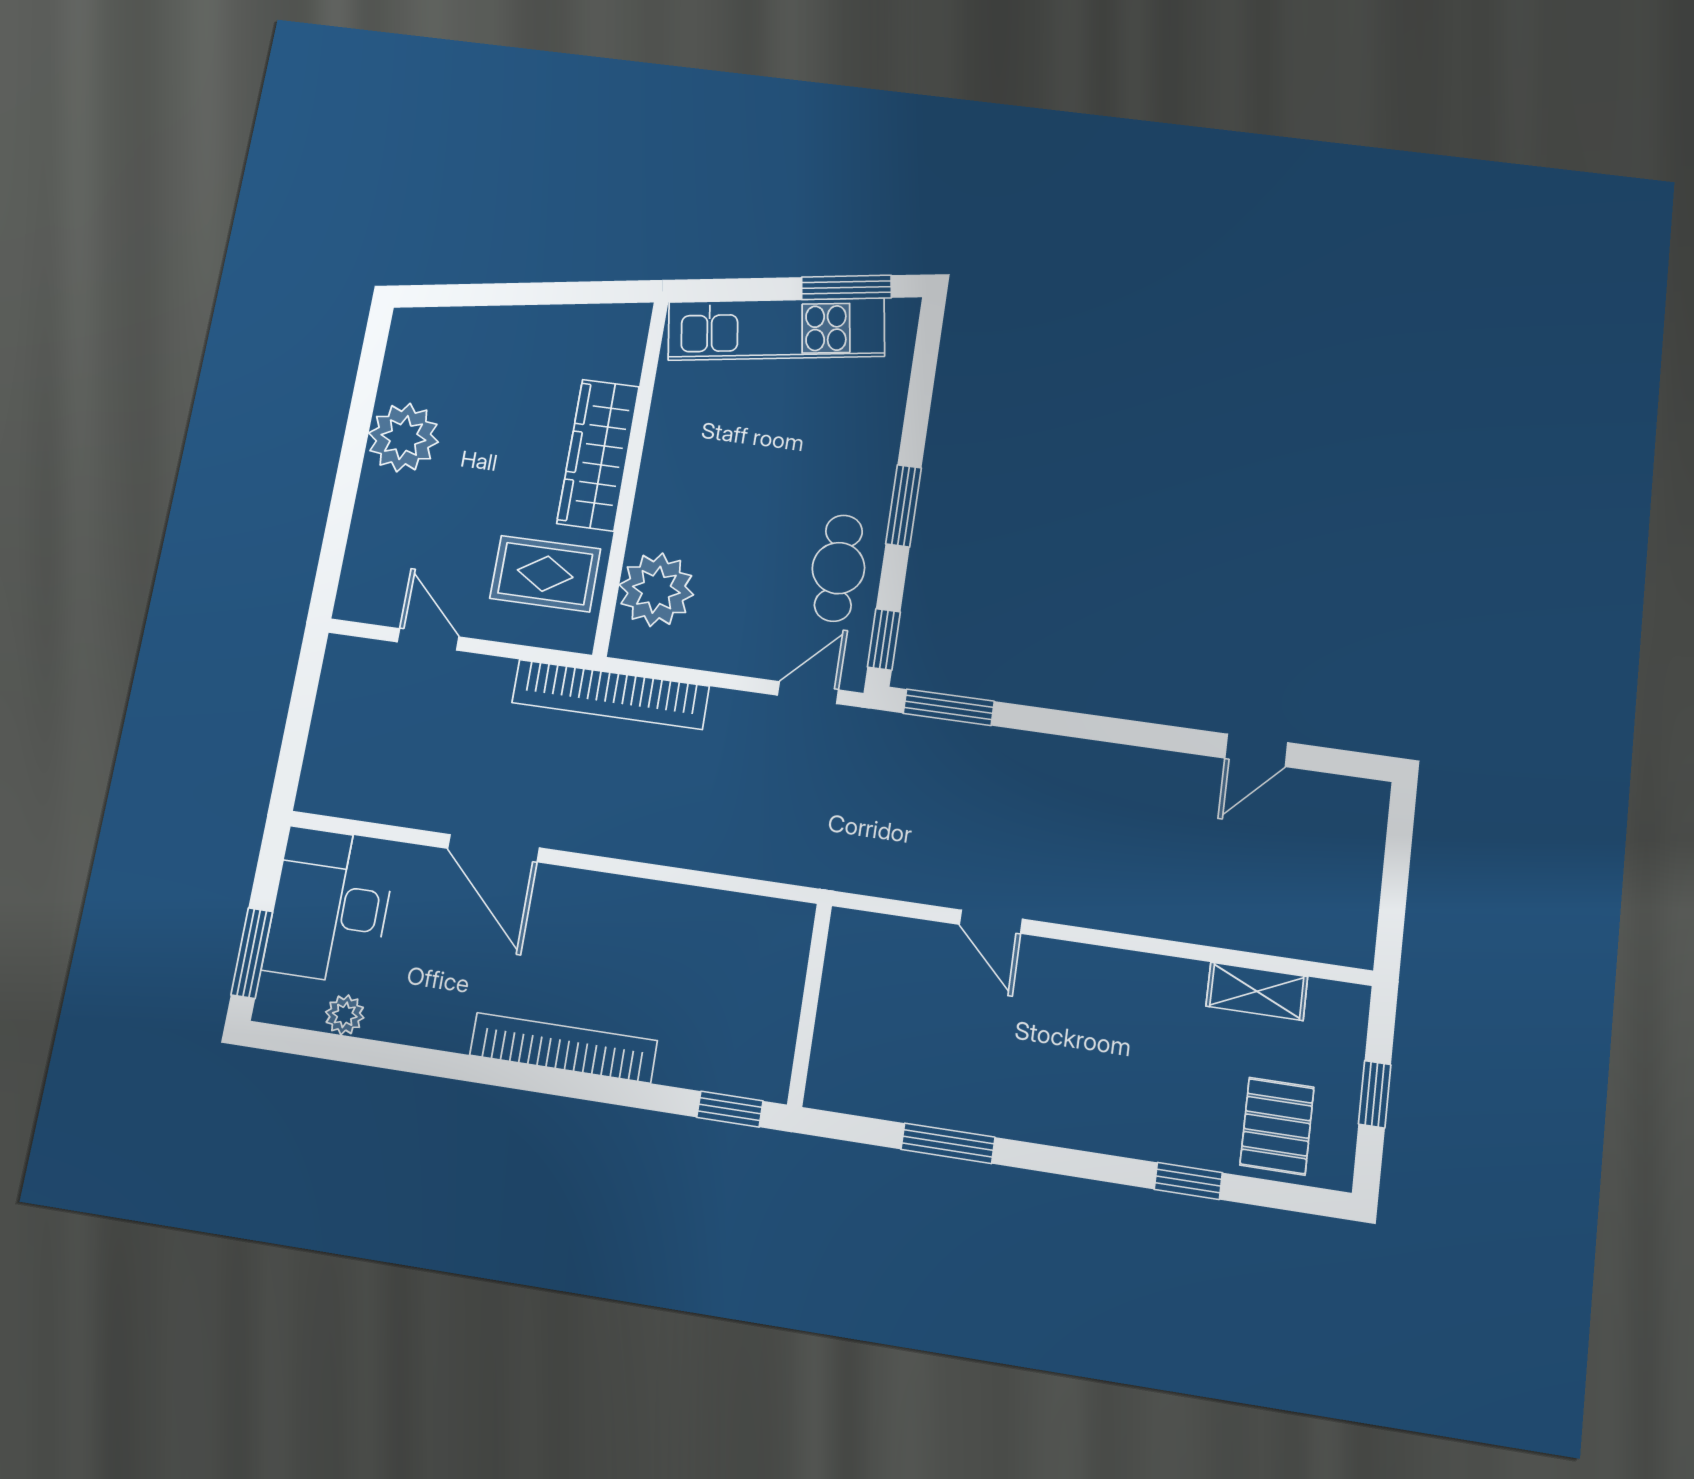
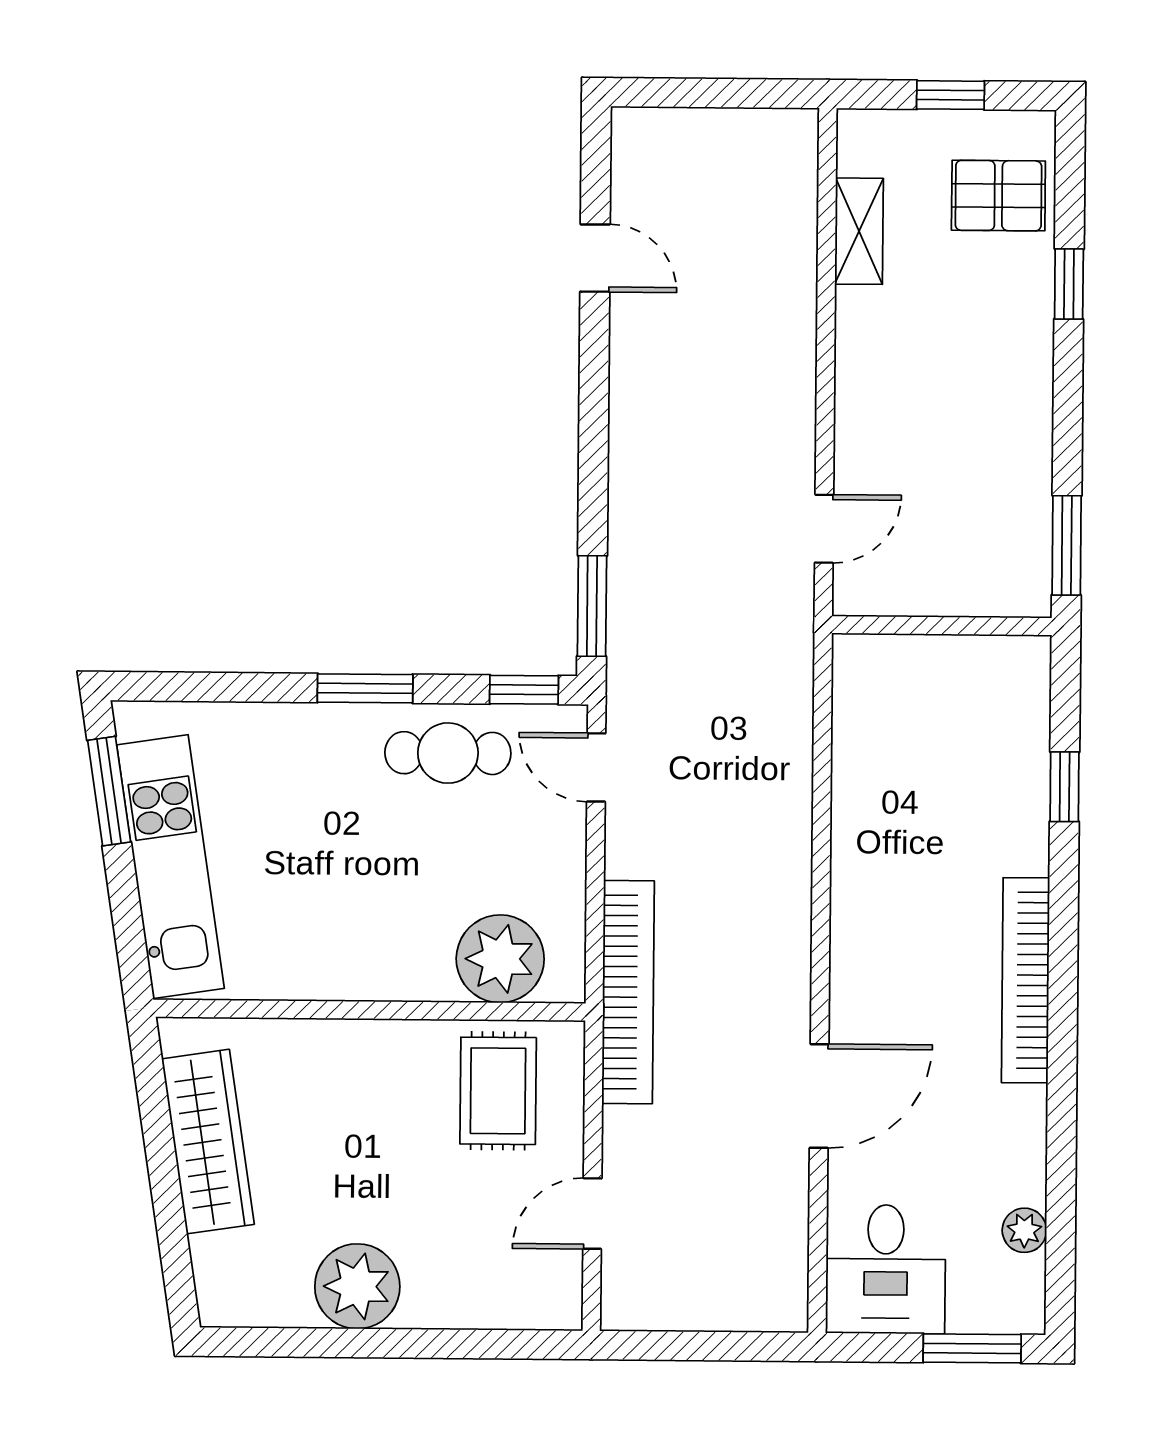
wardrobe: (598, 455) -> (208, 1142), moved, turned -99
desk: (330, 906) -> (886, 1269), width x0.73
wall: (810, 1004) -> (942, 626), moved

